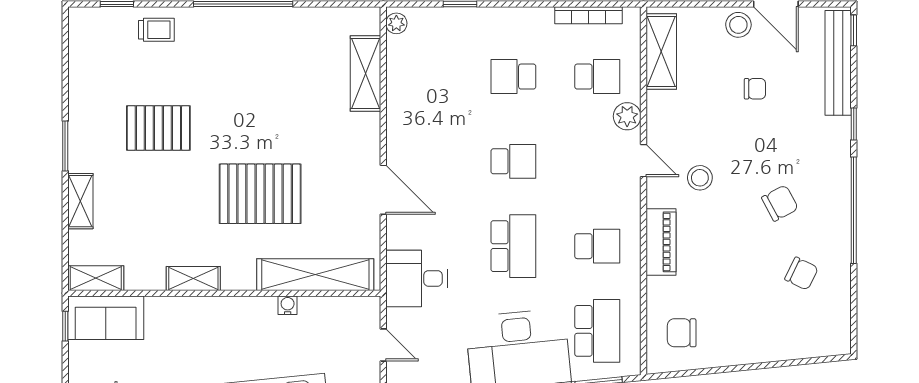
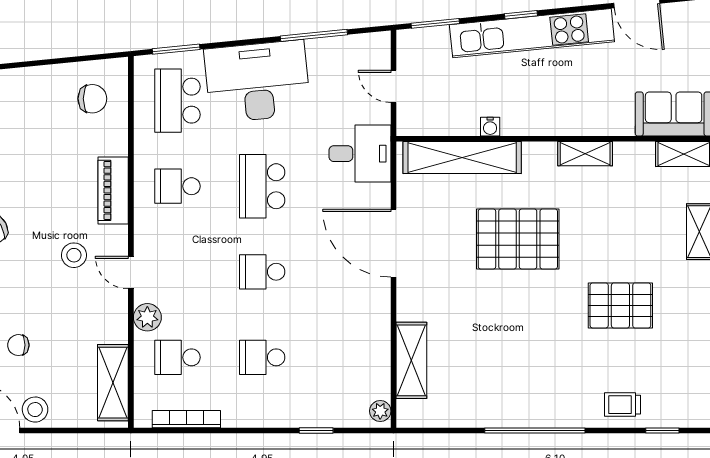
school desk: (513, 77) -> (262, 357), turned 180
door: (383, 190) -> (393, 243), width x1.36

